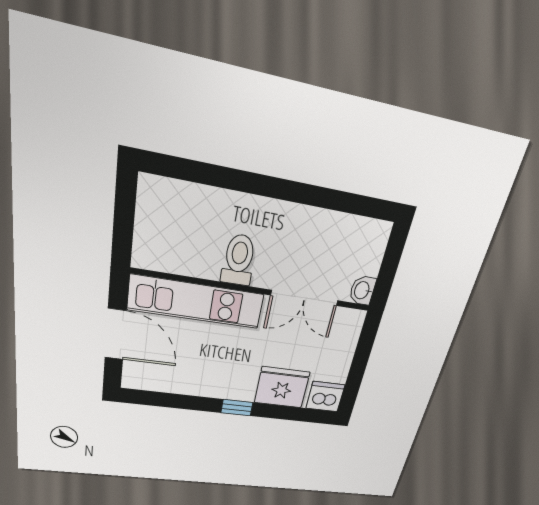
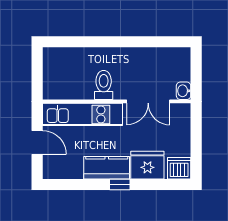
door: (116, 334) -> (37, 142), width x0.73
kitchen counter: (222, 384) -> (107, 168), added

